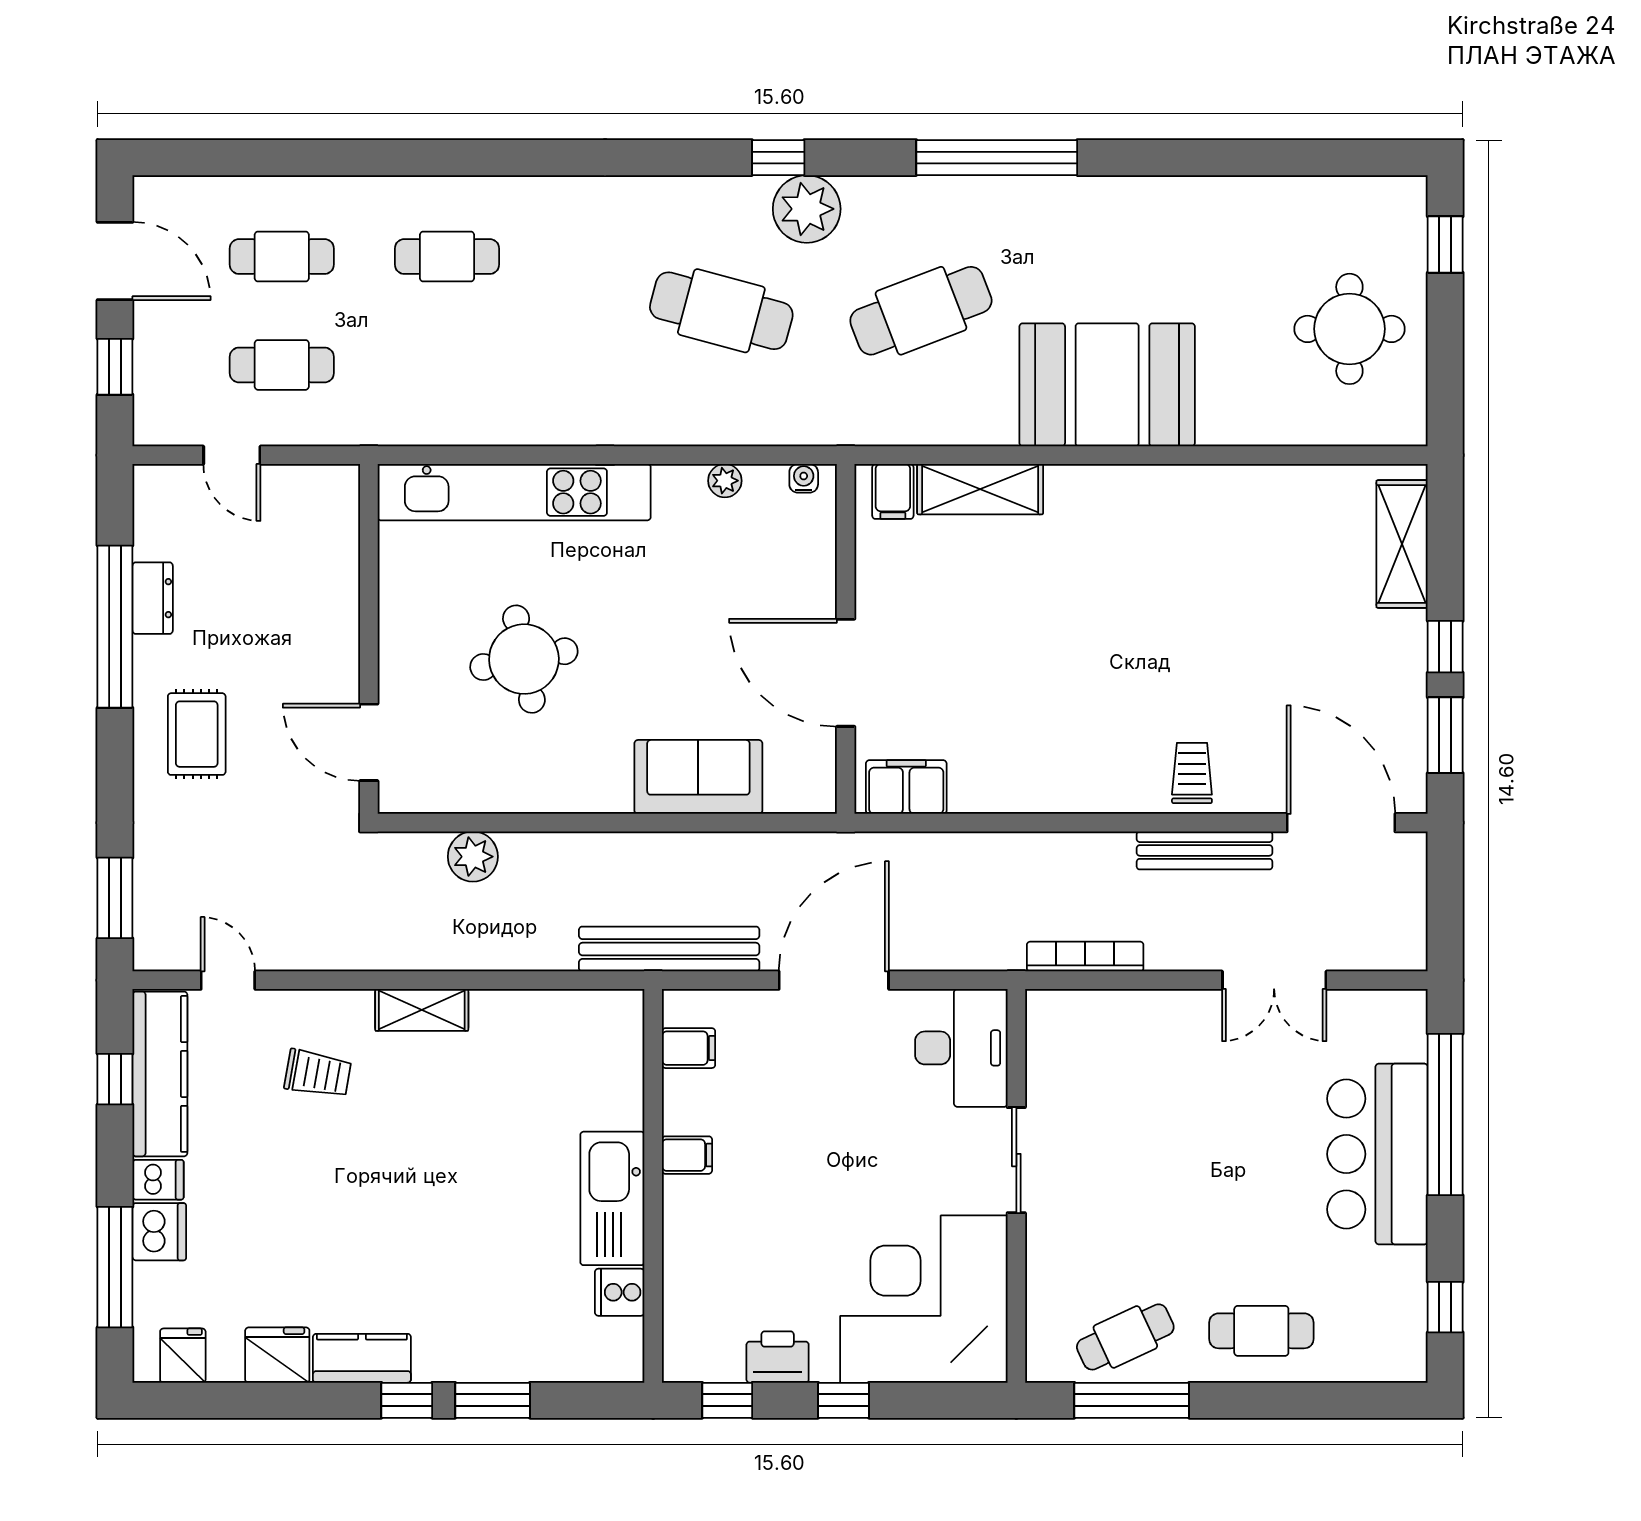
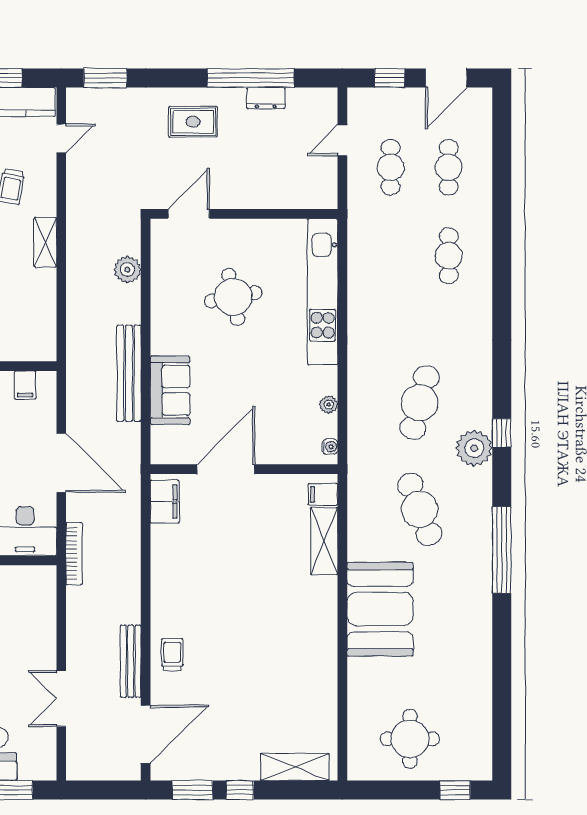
trolley: (1192, 773) -> (172, 654), turned -90
bench: (669, 949) -> (129, 373), moved
bookcase: (1085, 957) -> (74, 553), moved

